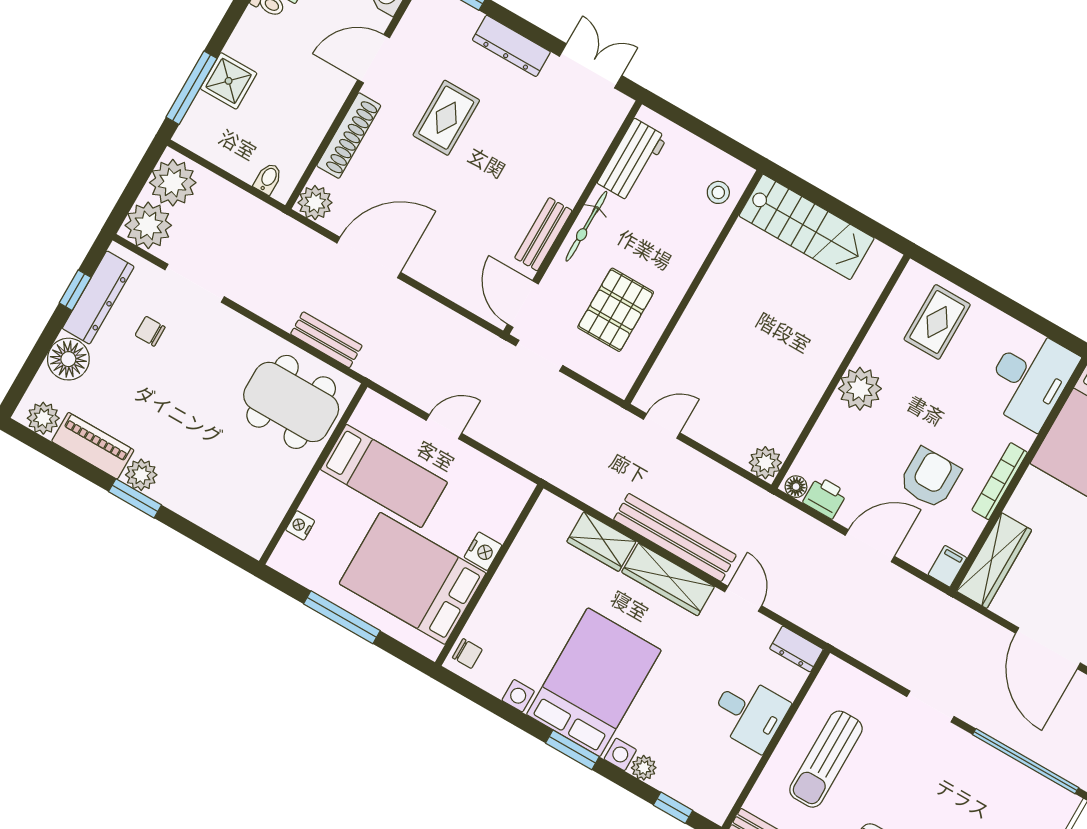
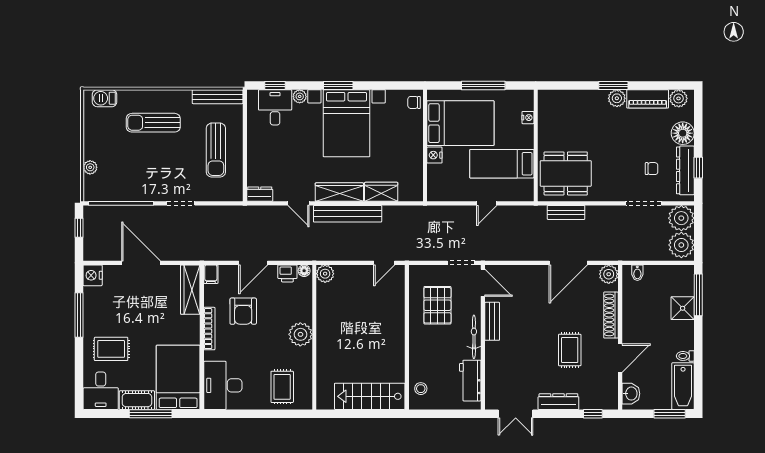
desk: (749, 713) -> (275, 107), moved, turned 90
sun lounger: (826, 759) -> (216, 150), turned 180

